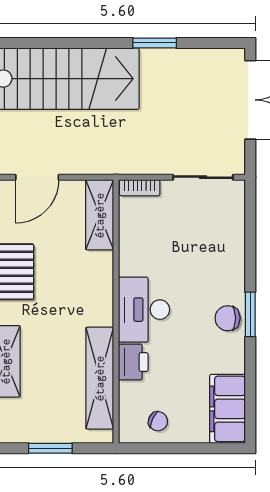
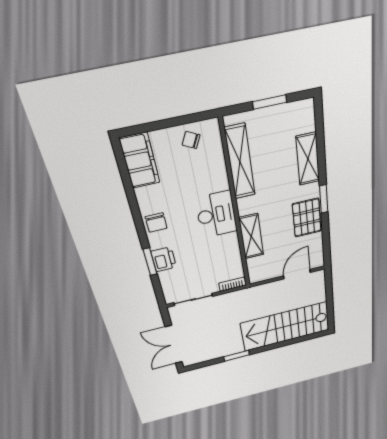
shelving: (100, 215) -> (251, 236), moved
window: (250, 314) -> (150, 262), moved
chair: (228, 318) -> (156, 223), turned 90
printer: (133, 362) -> (164, 259), moved, turned 180

